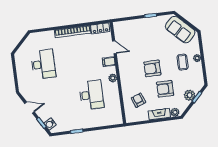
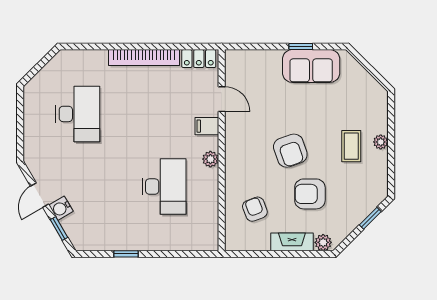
sofa: (180, 30) -> (311, 66), moved, turned -45
armchair: (152, 68) -> (290, 151), turned -109
plant: (190, 95) -> (356, 213), removed
door: (29, 108) -> (40, 195), swing flipped
water cooler: (50, 124) -> (61, 208), moved

